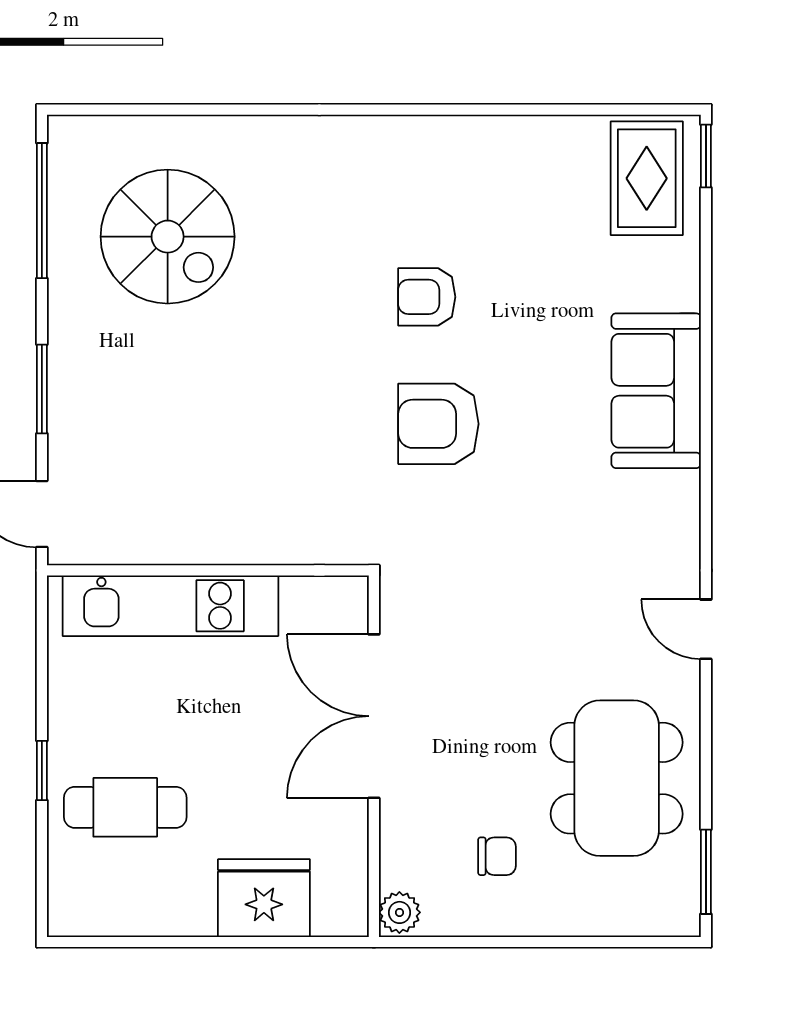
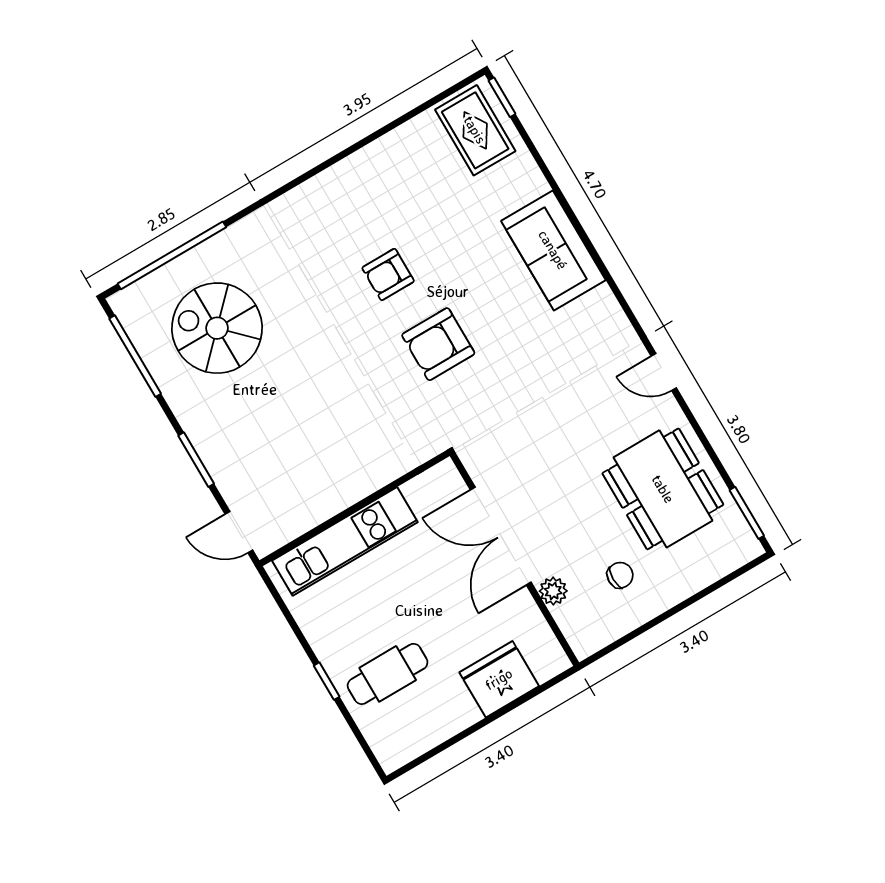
window: (165, 110) -> (172, 255), added
spiral stairs: (168, 237) -> (217, 328), turned 180
plant: (399, 912) -> (553, 591), moved

